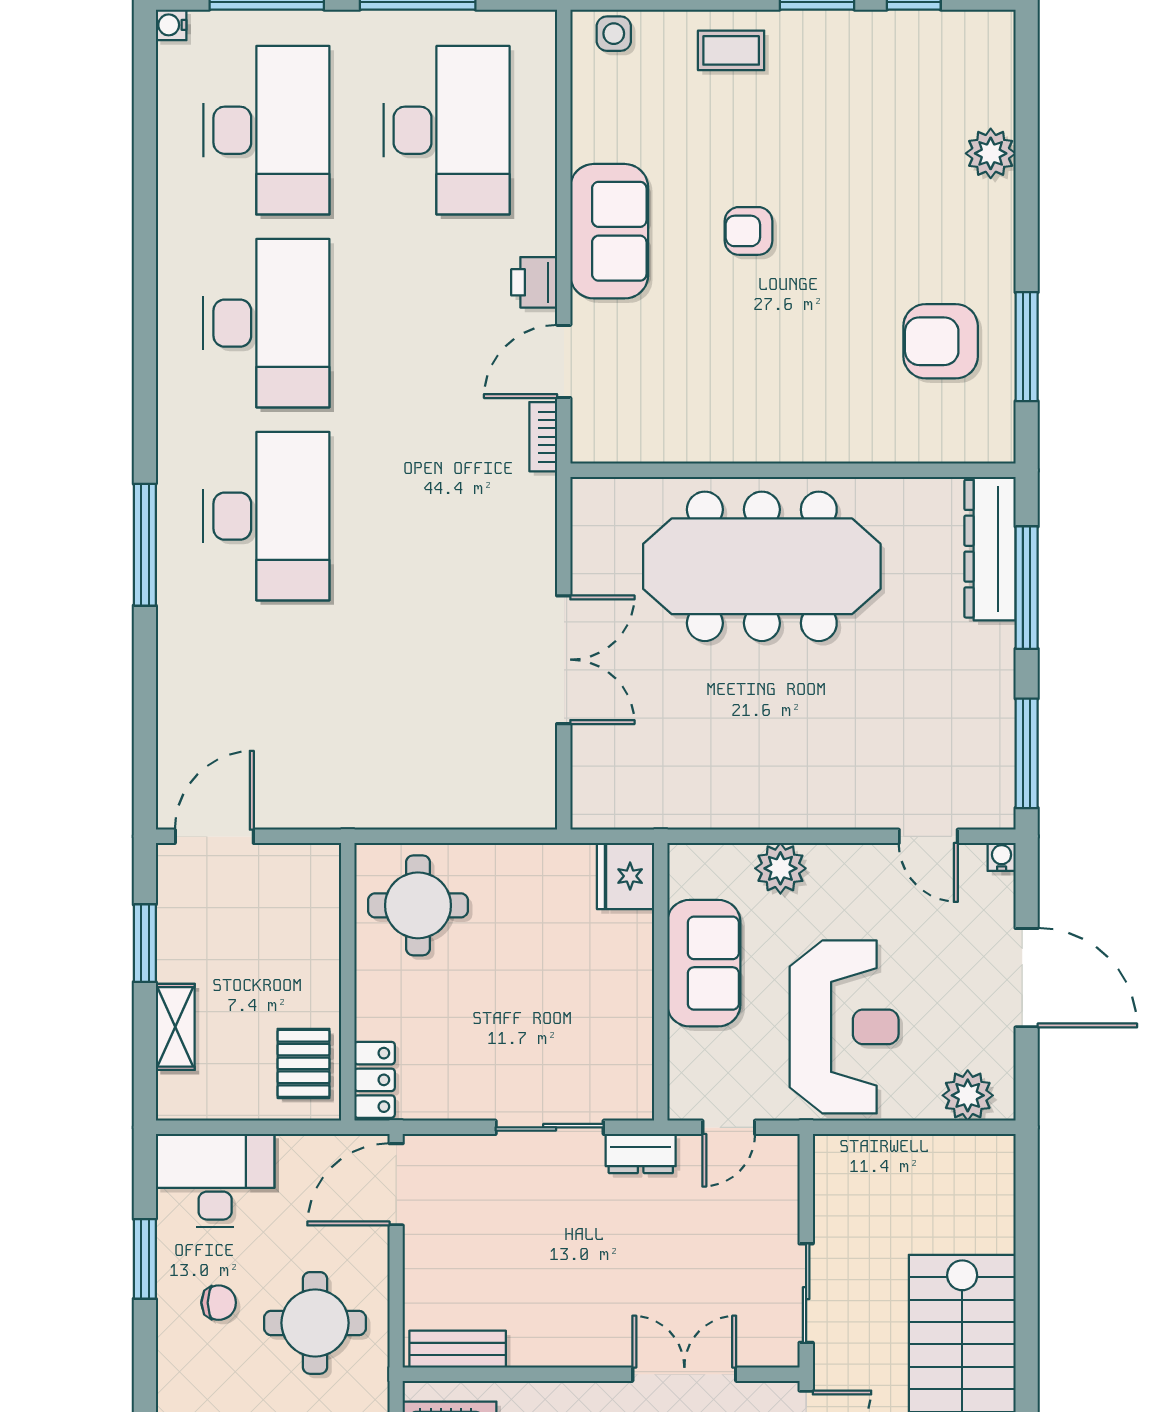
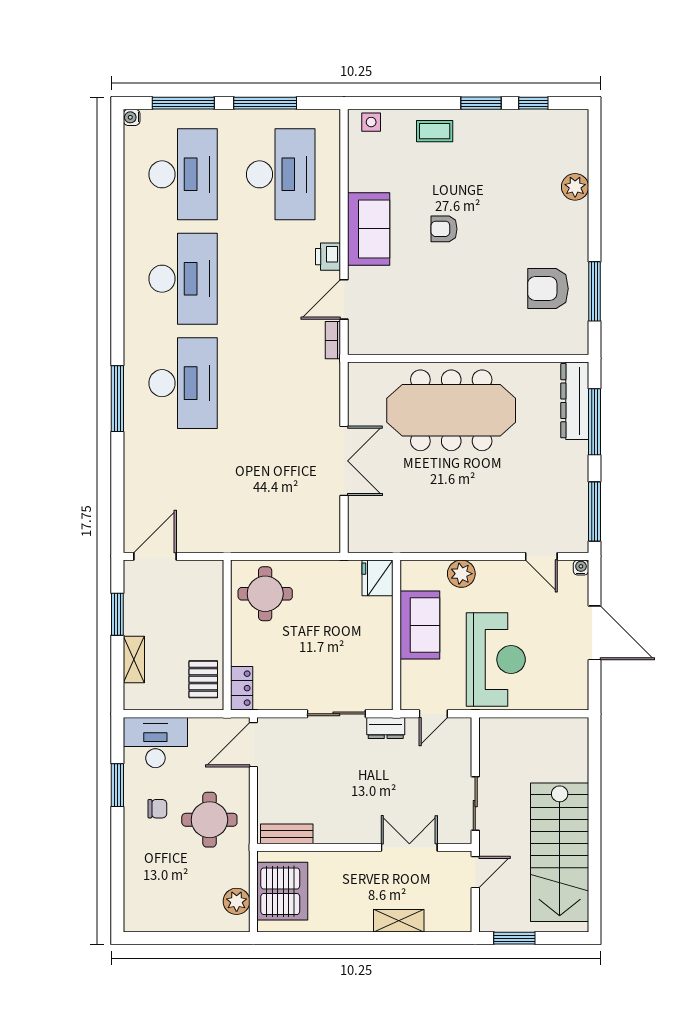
plant: (968, 1095) -> (563, 697), removed

